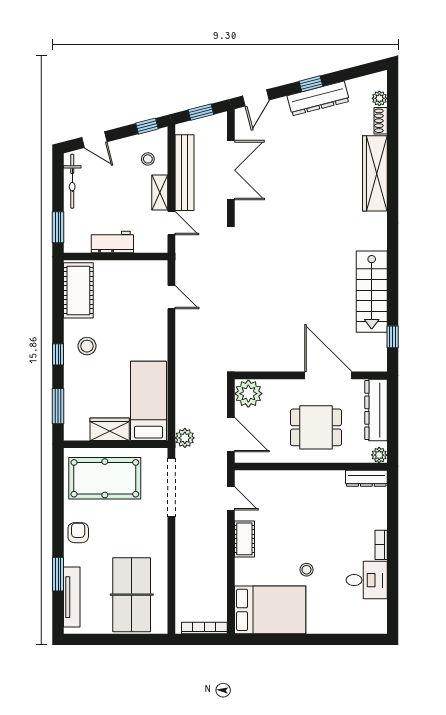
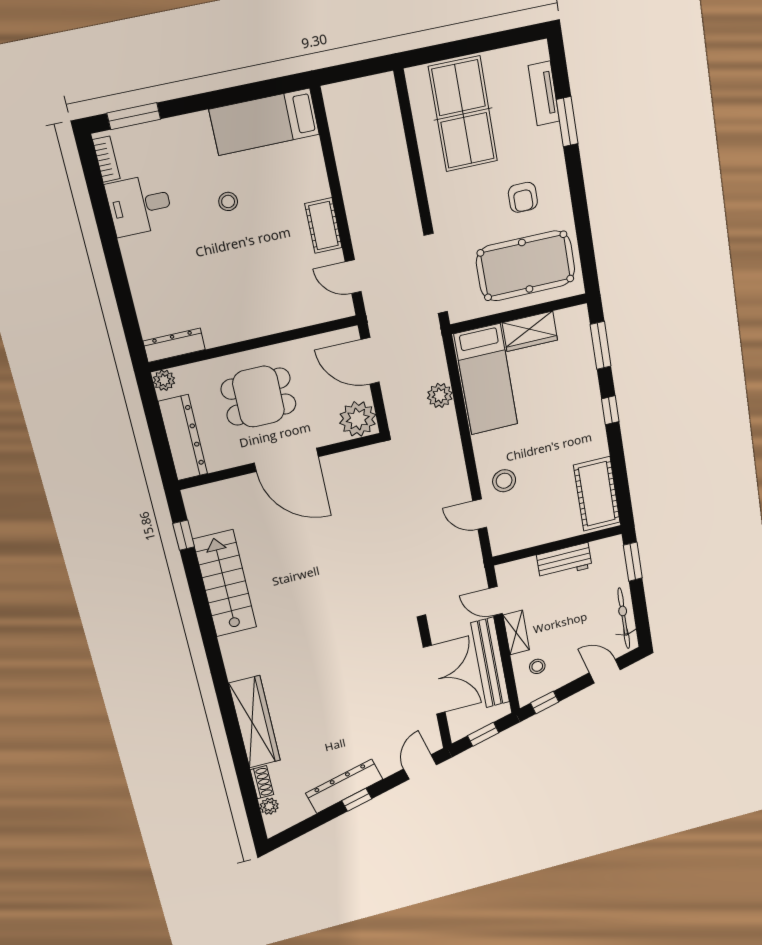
double door: (231, 170) -> (434, 680), swing flipped
stool: (87, 346) -> (504, 481), moved
door: (328, 375) -> (286, 460), moved
plant: (185, 438) -> (440, 395), moved
armchair: (78, 533) -> (523, 197), moved
bookcase: (381, 545) -> (106, 159), moved
tv unit: (72, 597) -> (544, 93), width x0.71
bed: (270, 610) -> (264, 122), width x0.67
bookcase: (204, 628) -> (354, 88), removed
window: (356, 639) -> (134, 116), added

